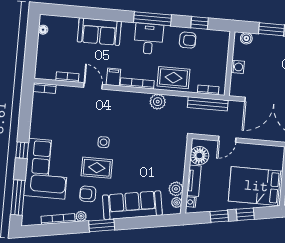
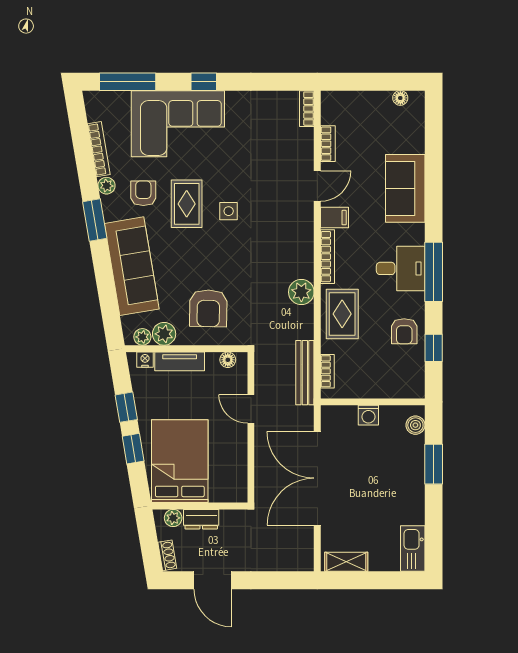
floor lamp: (199, 156) -> (228, 360), width x0.53, depth x0.53
armchair: (163, 160) -> (208, 308), added

